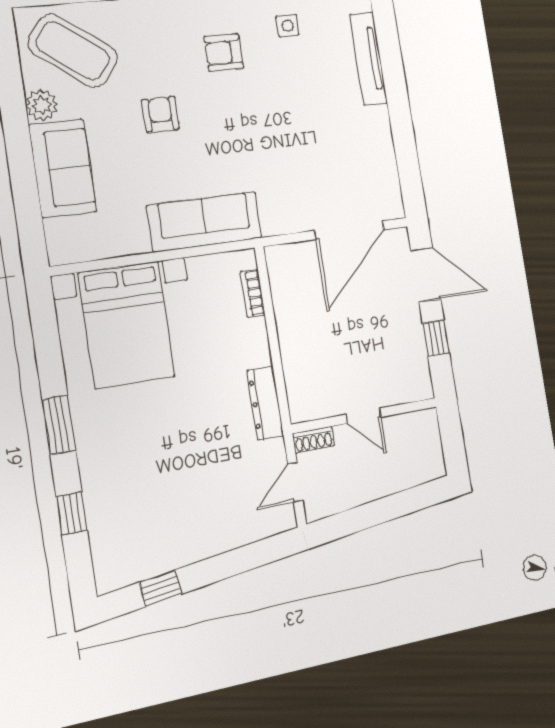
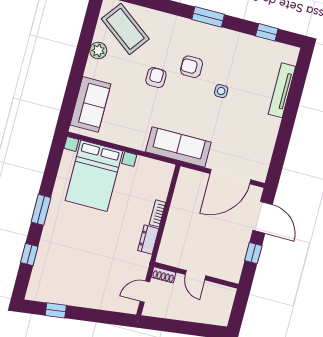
side table: (288, 25) -> (221, 91), moved
armchair: (224, 52) -> (192, 67), moved
sofa: (63, 168) -> (90, 104), moved
sofa: (205, 222) -> (178, 147), moved
bookcase: (253, 293) -> (157, 213), moved
dresser: (265, 403) -> (148, 240), width x0.70

